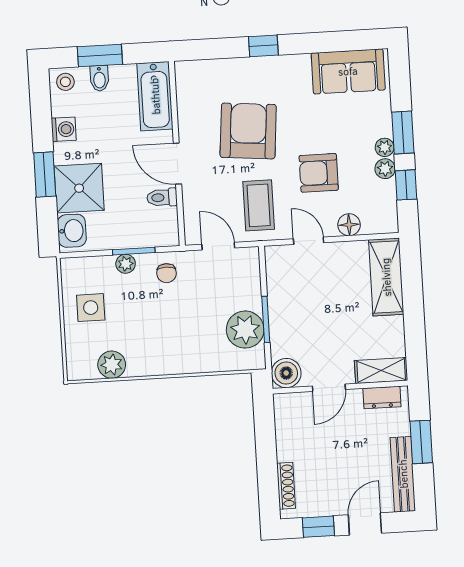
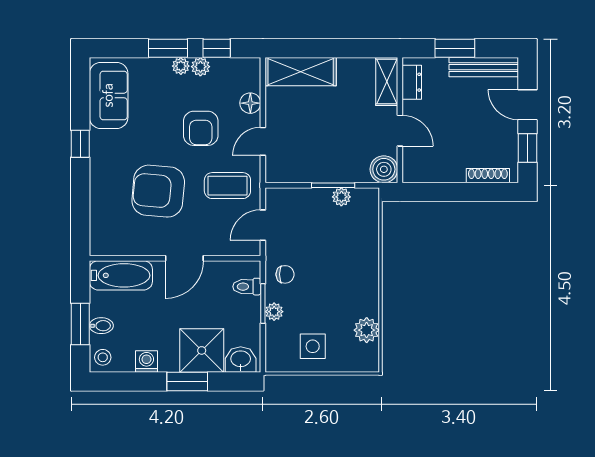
window: (263, 46) -> (80, 144), moved
toilet: (162, 197) -> (247, 287), moved, turned 90
plant: (245, 330) -> (341, 197), width x0.53, depth x0.53

